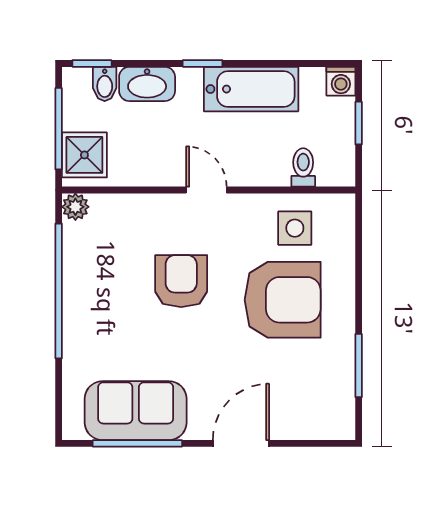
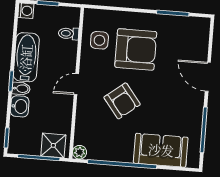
bidet: (105, 84) -> (21, 89), moved
washbasin: (147, 84) -> (20, 106), width x0.72
armchair: (181, 281) -> (122, 101), turned -128
armchair: (283, 300) -> (136, 49), turned 90
sofa: (136, 411) -> (161, 150), moved, turned 90

